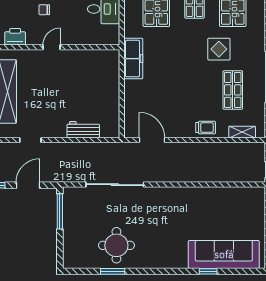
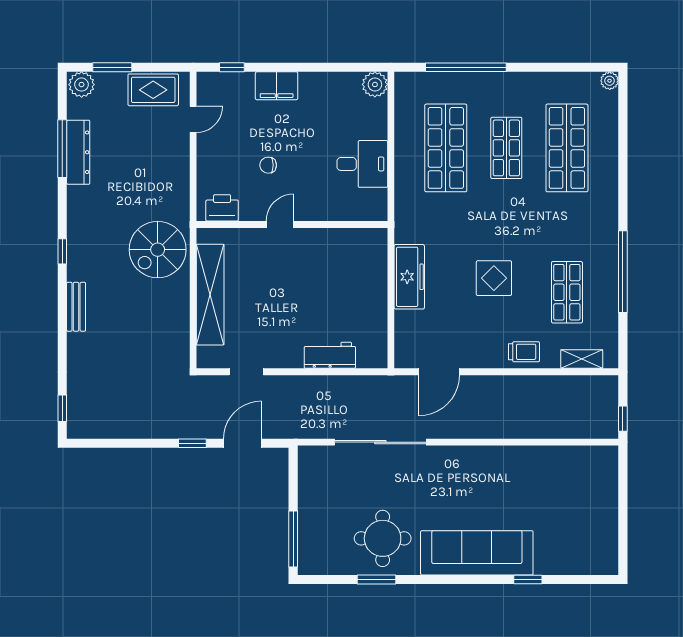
display table: (219, 49) -> (494, 278), moved
freezer: (133, 59) -> (409, 277), moved
door: (152, 140) -> (439, 372), swing flipped
window: (60, 211) -> (293, 539), moved
sofa: (224, 254) -> (477, 553), moved

